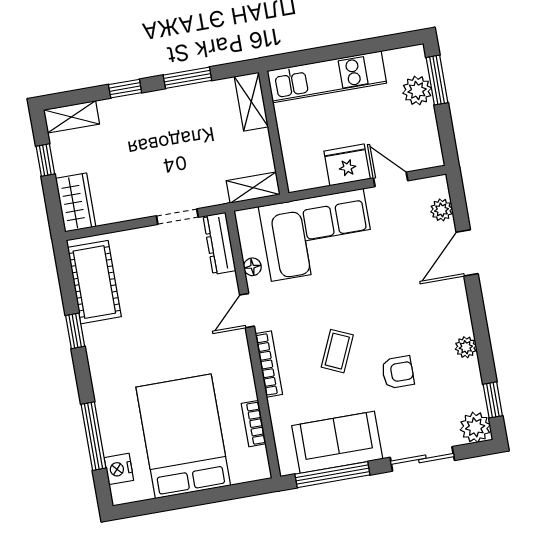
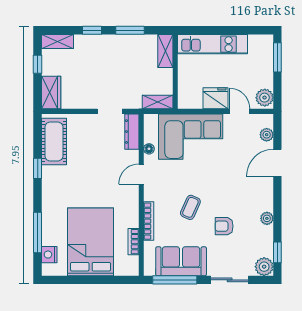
plant: (417, 91) -> (265, 98), moved
bookcase: (269, 364) -> (149, 221), moved
armchair: (398, 372) -> (224, 226), turned 180

